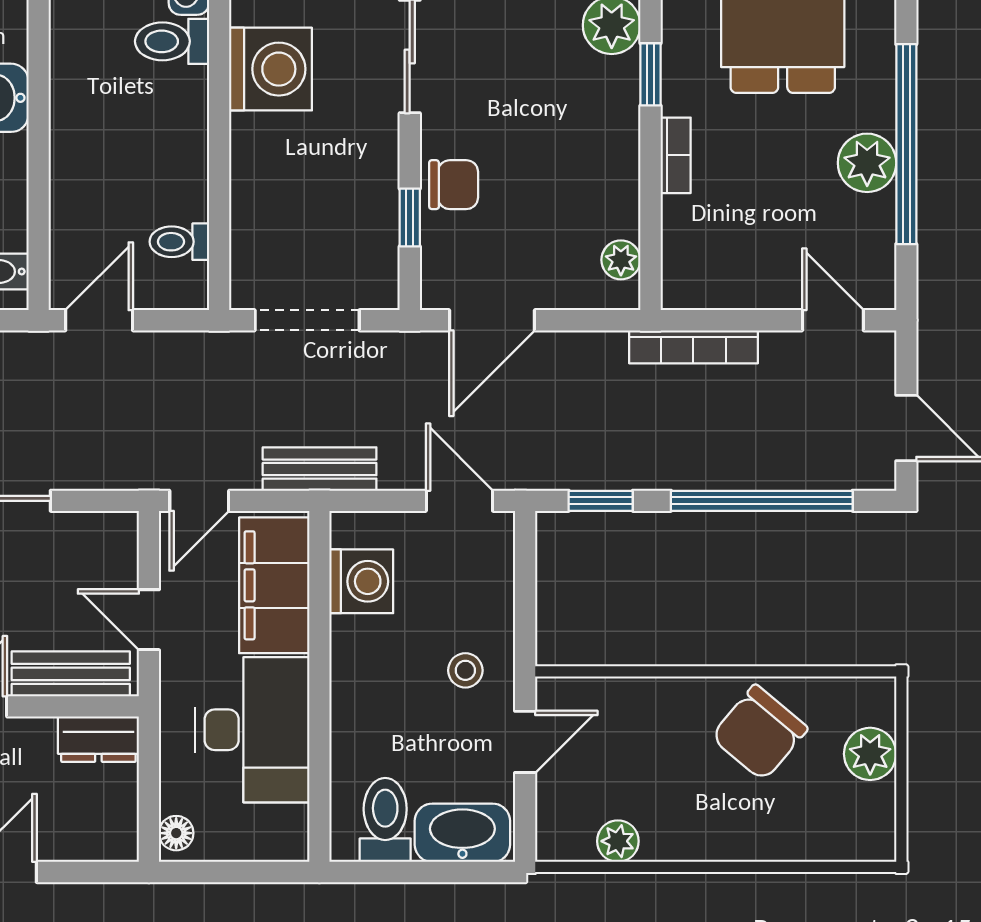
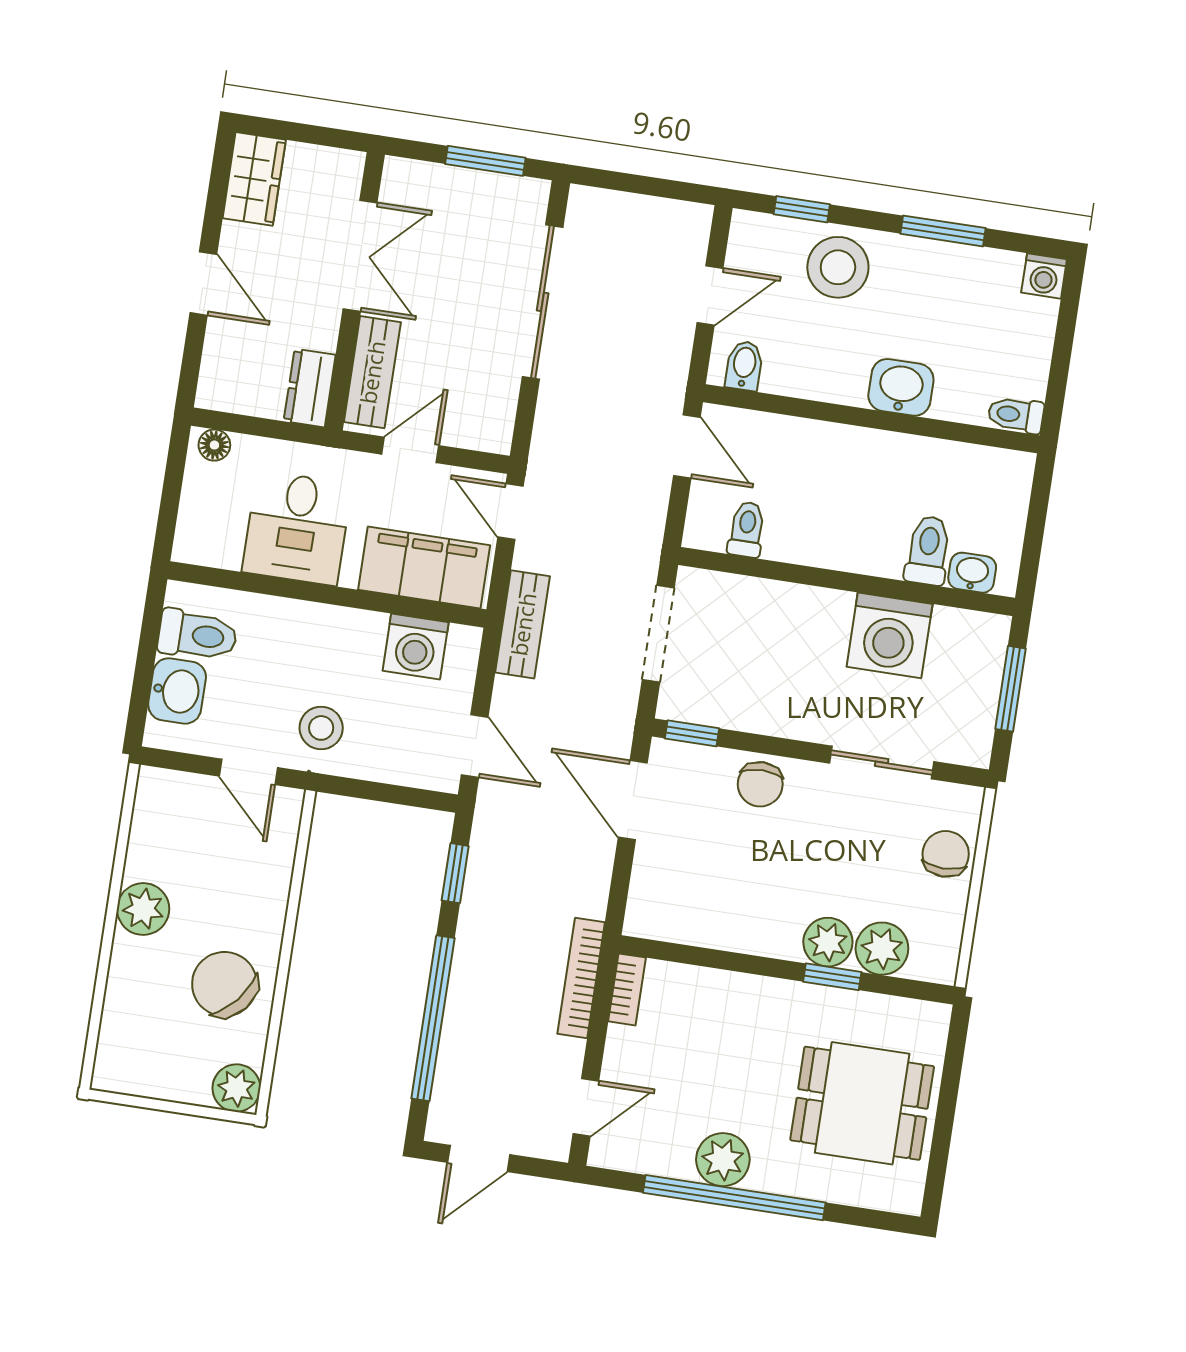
bookcase: (676, 155) -> (627, 989), moved, turned -90
window: (410, 218) -> (692, 733), moved
plant: (621, 260) -> (828, 942), moved, width x1.38, depth x1.38
door: (459, 501) -> (475, 746), hinge flipped
stool: (465, 670) -> (321, 728), width x1.37, depth x1.37
desk: (252, 730) -> (297, 528), width x0.73
plant: (870, 754) -> (236, 1088), moved
washbasin: (462, 833) -> (177, 691), width x0.72
plant: (618, 841) -> (143, 909), moved, width x1.38, depth x1.38

